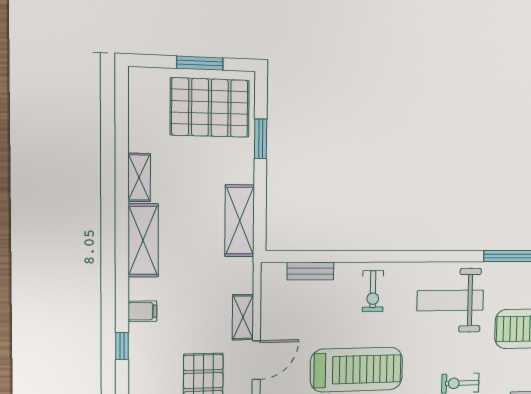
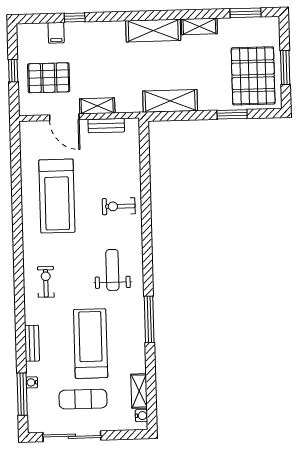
window: (122, 113) -> (245, 13), added
bench: (310, 271) -> (106, 126), moved, turned 90
weight bench: (450, 300) -> (112, 270), width x0.73, depth x0.75
filing cabinet: (142, 311) -> (56, 33), moved

